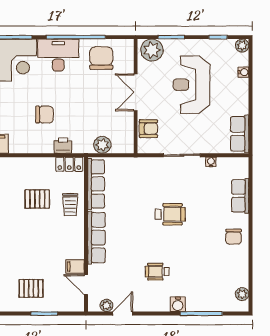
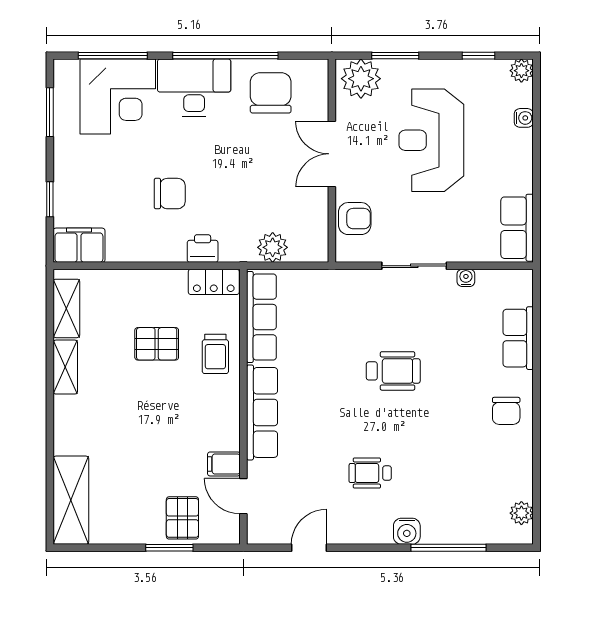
pallet: (31, 288) -> (182, 518), moved, turned 90
plant: (106, 305) -> (280, 533), removed

